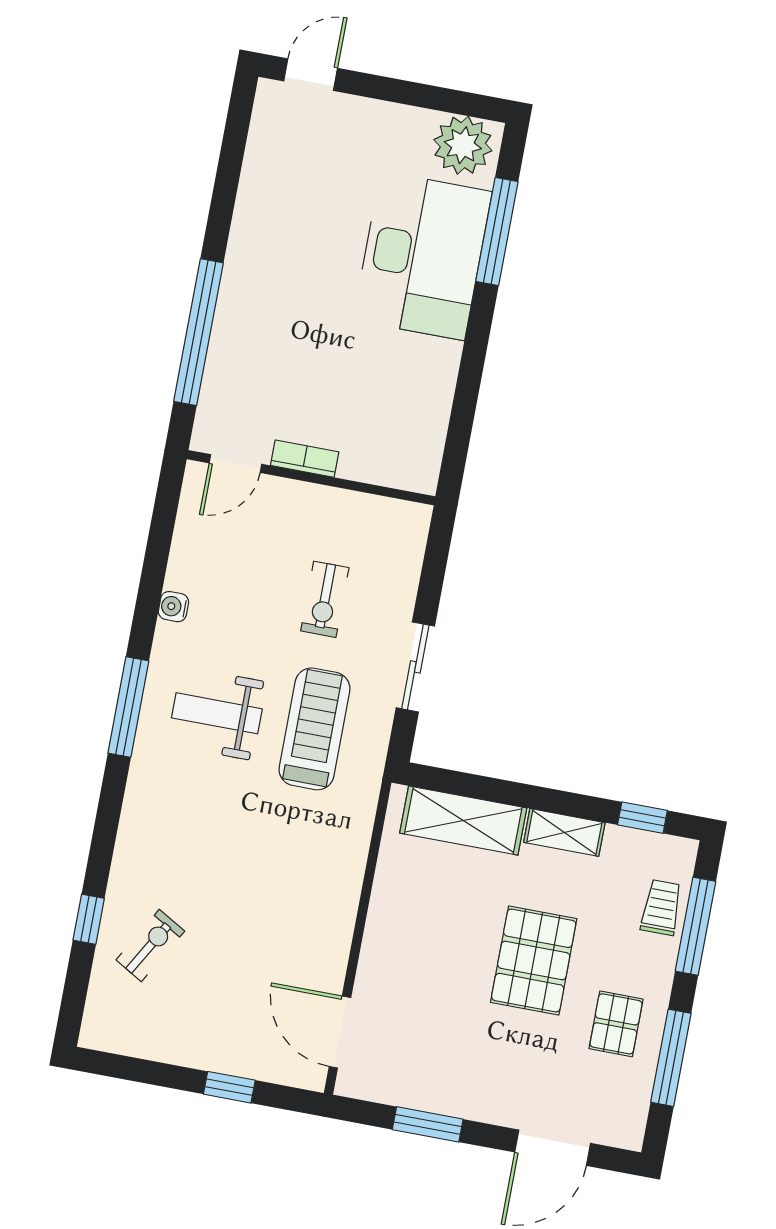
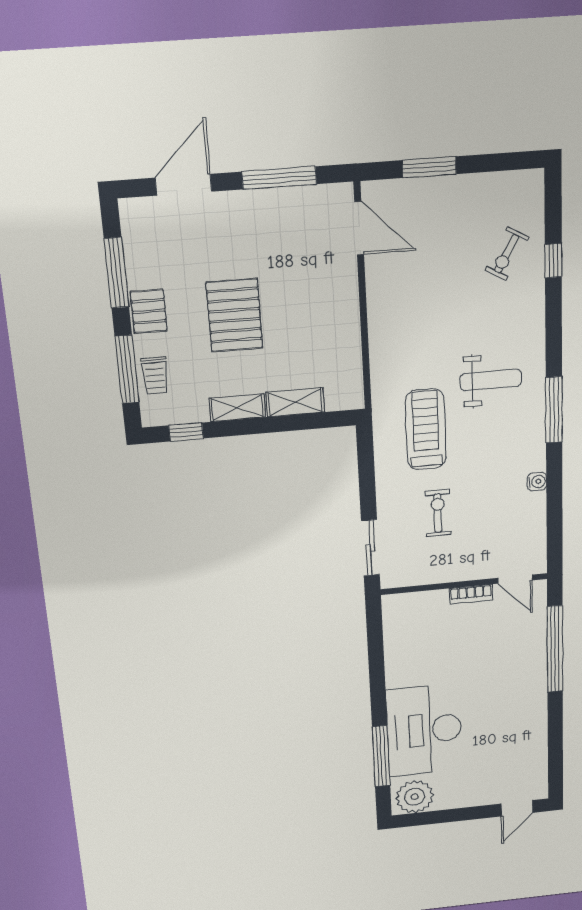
door: (235, 464) -> (515, 579), swing flipped
sliding door: (415, 667) -> (370, 548), moved
weight bench: (217, 713) -> (491, 380), moved
treadmill: (314, 729) -> (426, 429), turned 180
shelving: (463, 821) -> (295, 402), width x0.67, depth x0.75
pallet: (616, 1024) -> (149, 311), moved
window: (229, 1087) -> (429, 167), width x1.50
window: (428, 1124) -> (279, 178), width x1.44

